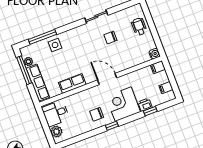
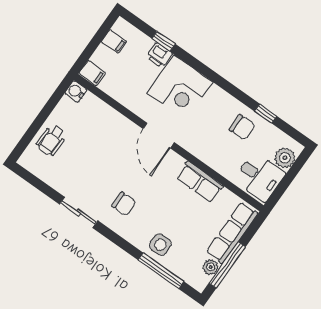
chair: (110, 38) -> (124, 204), moved
chair: (97, 114) -> (242, 127), moved
window: (112, 126) -> (266, 114), moved

